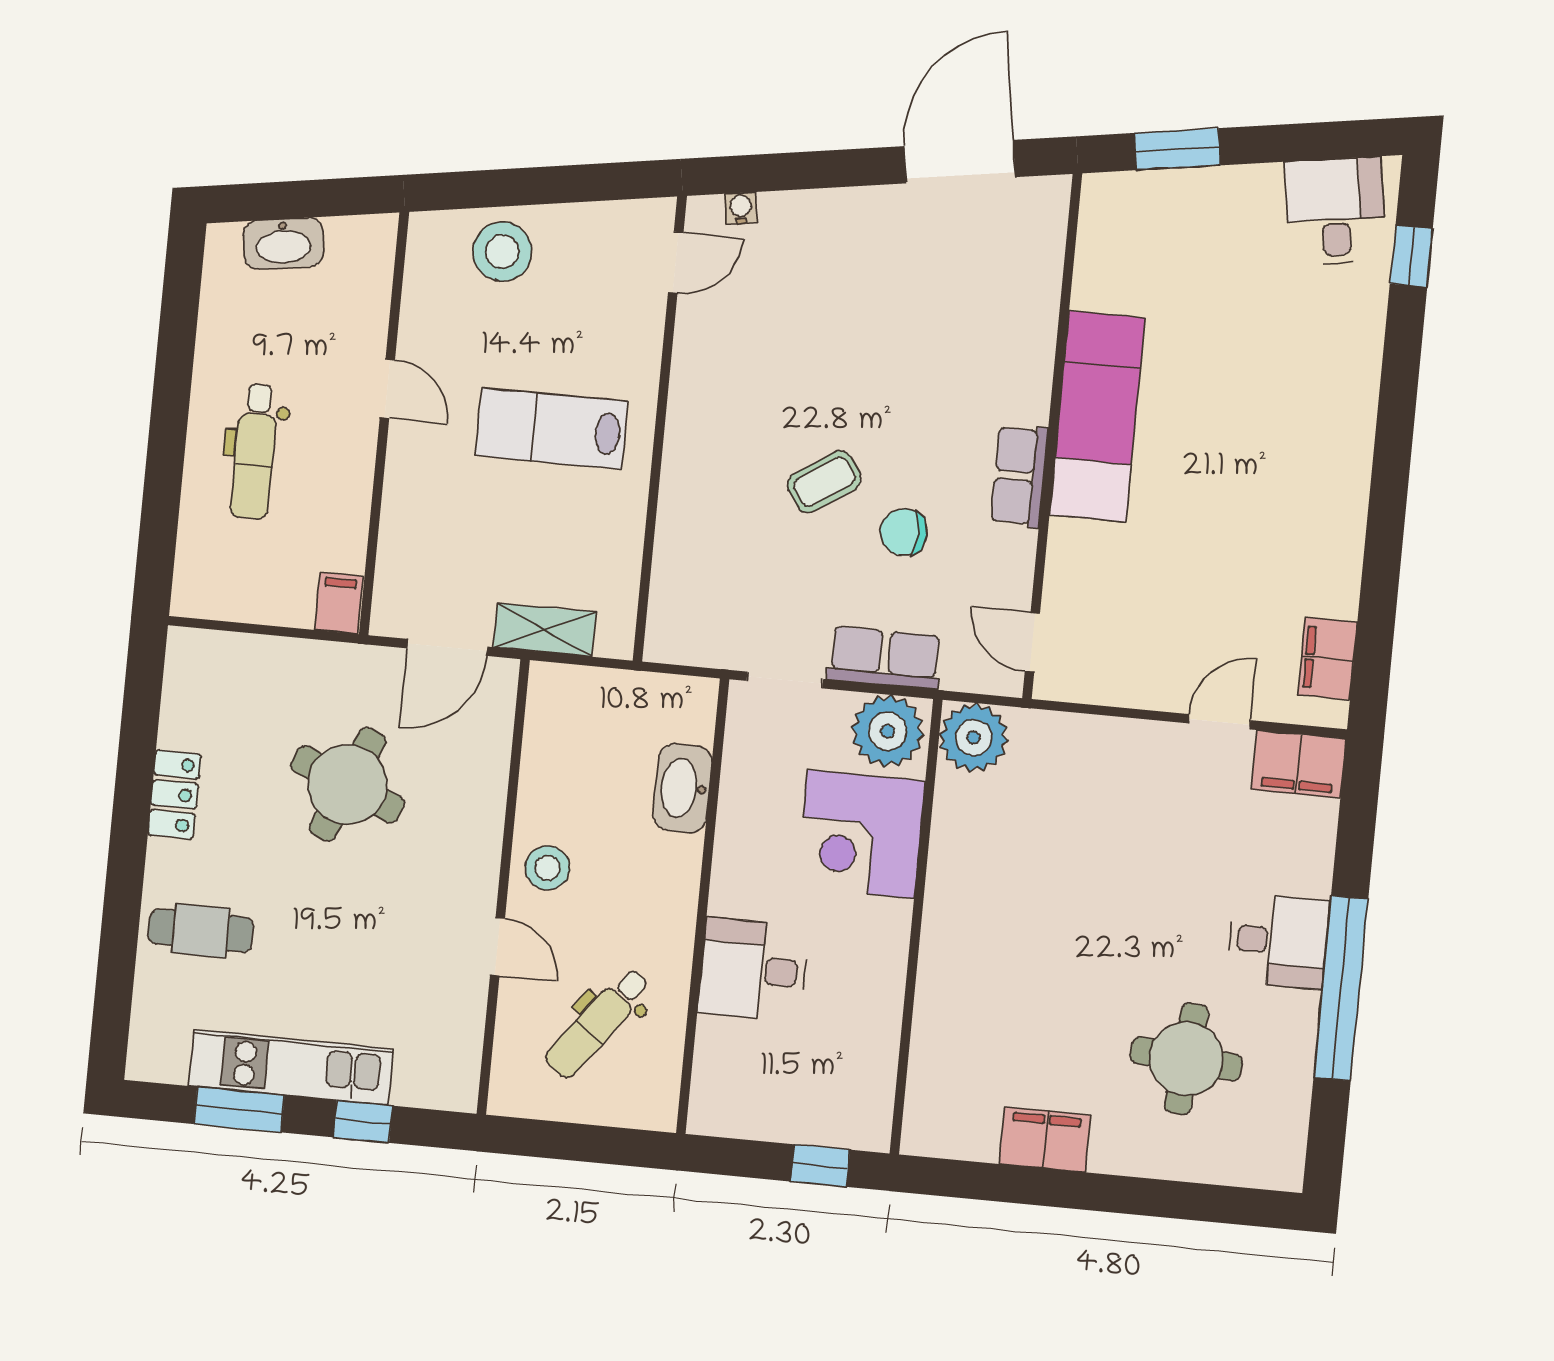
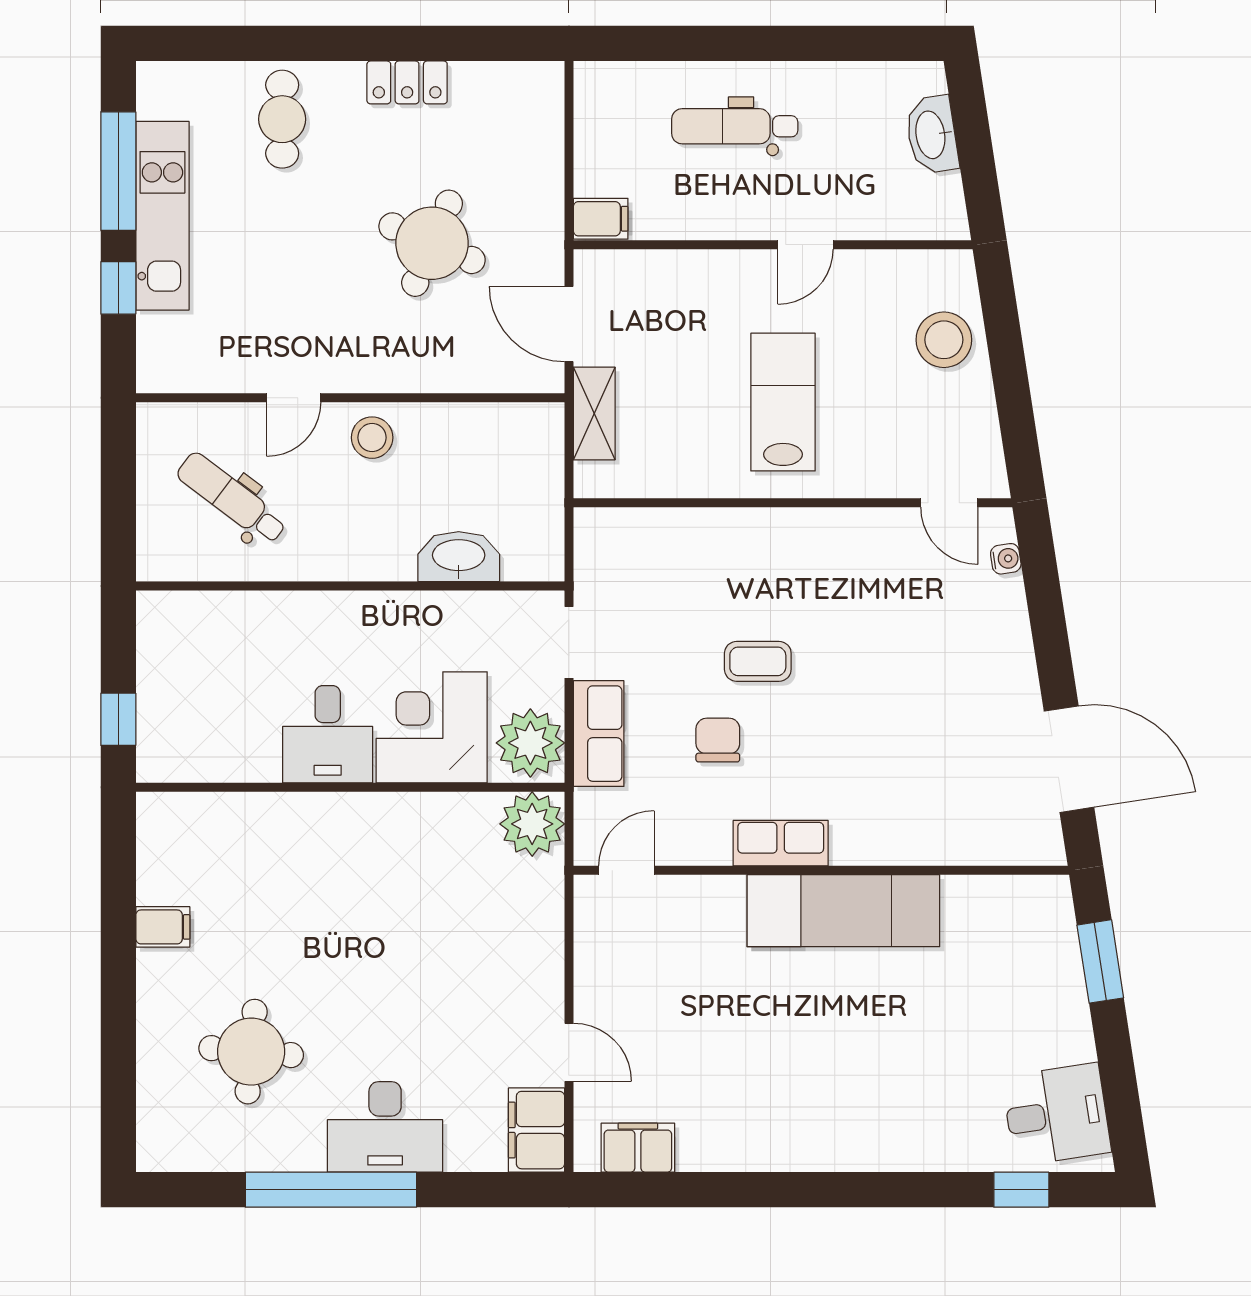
coffee table: (824, 482) -> (758, 661), turned -56
desk: (1278, 941) -> (385, 1127), width x1.37
desk: (753, 970) -> (328, 734), moved, turned 180
window: (239, 1110) -> (118, 171), width x1.44
filing cabinet: (1045, 1140) -> (163, 927), width x0.50

